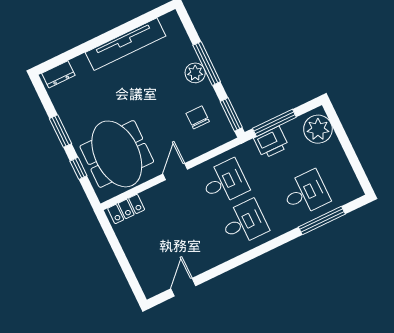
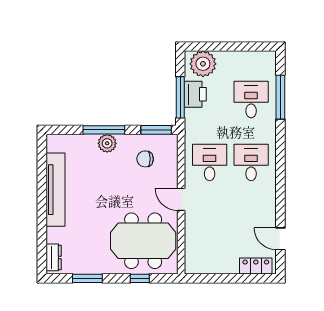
window: (61, 131) -> (87, 278), moved
printer: (271, 142) -> (195, 94), moved
locker: (126, 209) -> (256, 266), moved, turned -90

